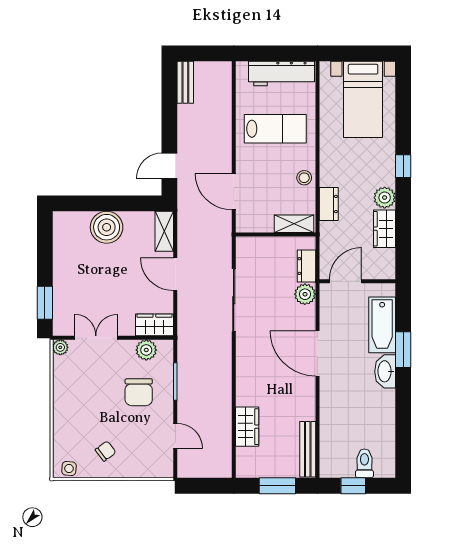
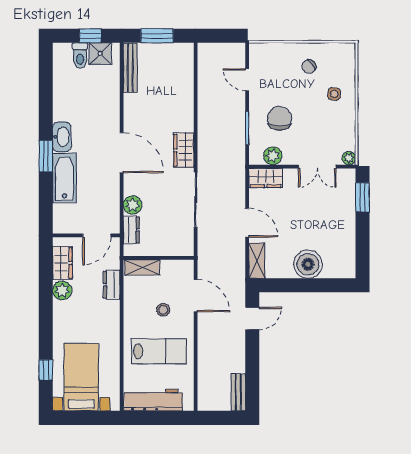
lab bench: (275, 129) -> (159, 351), turned 180
window: (403, 166) -> (46, 370), moved
stool: (304, 178) -> (163, 310), moved
door: (345, 281) -> (97, 235), moved
wall: (357, 281) -> (86, 235), moved
wardrobe: (247, 427) -> (184, 150), moved
shower: (342, 466) -> (100, 54), added
side table: (69, 468) -> (334, 94), moved

